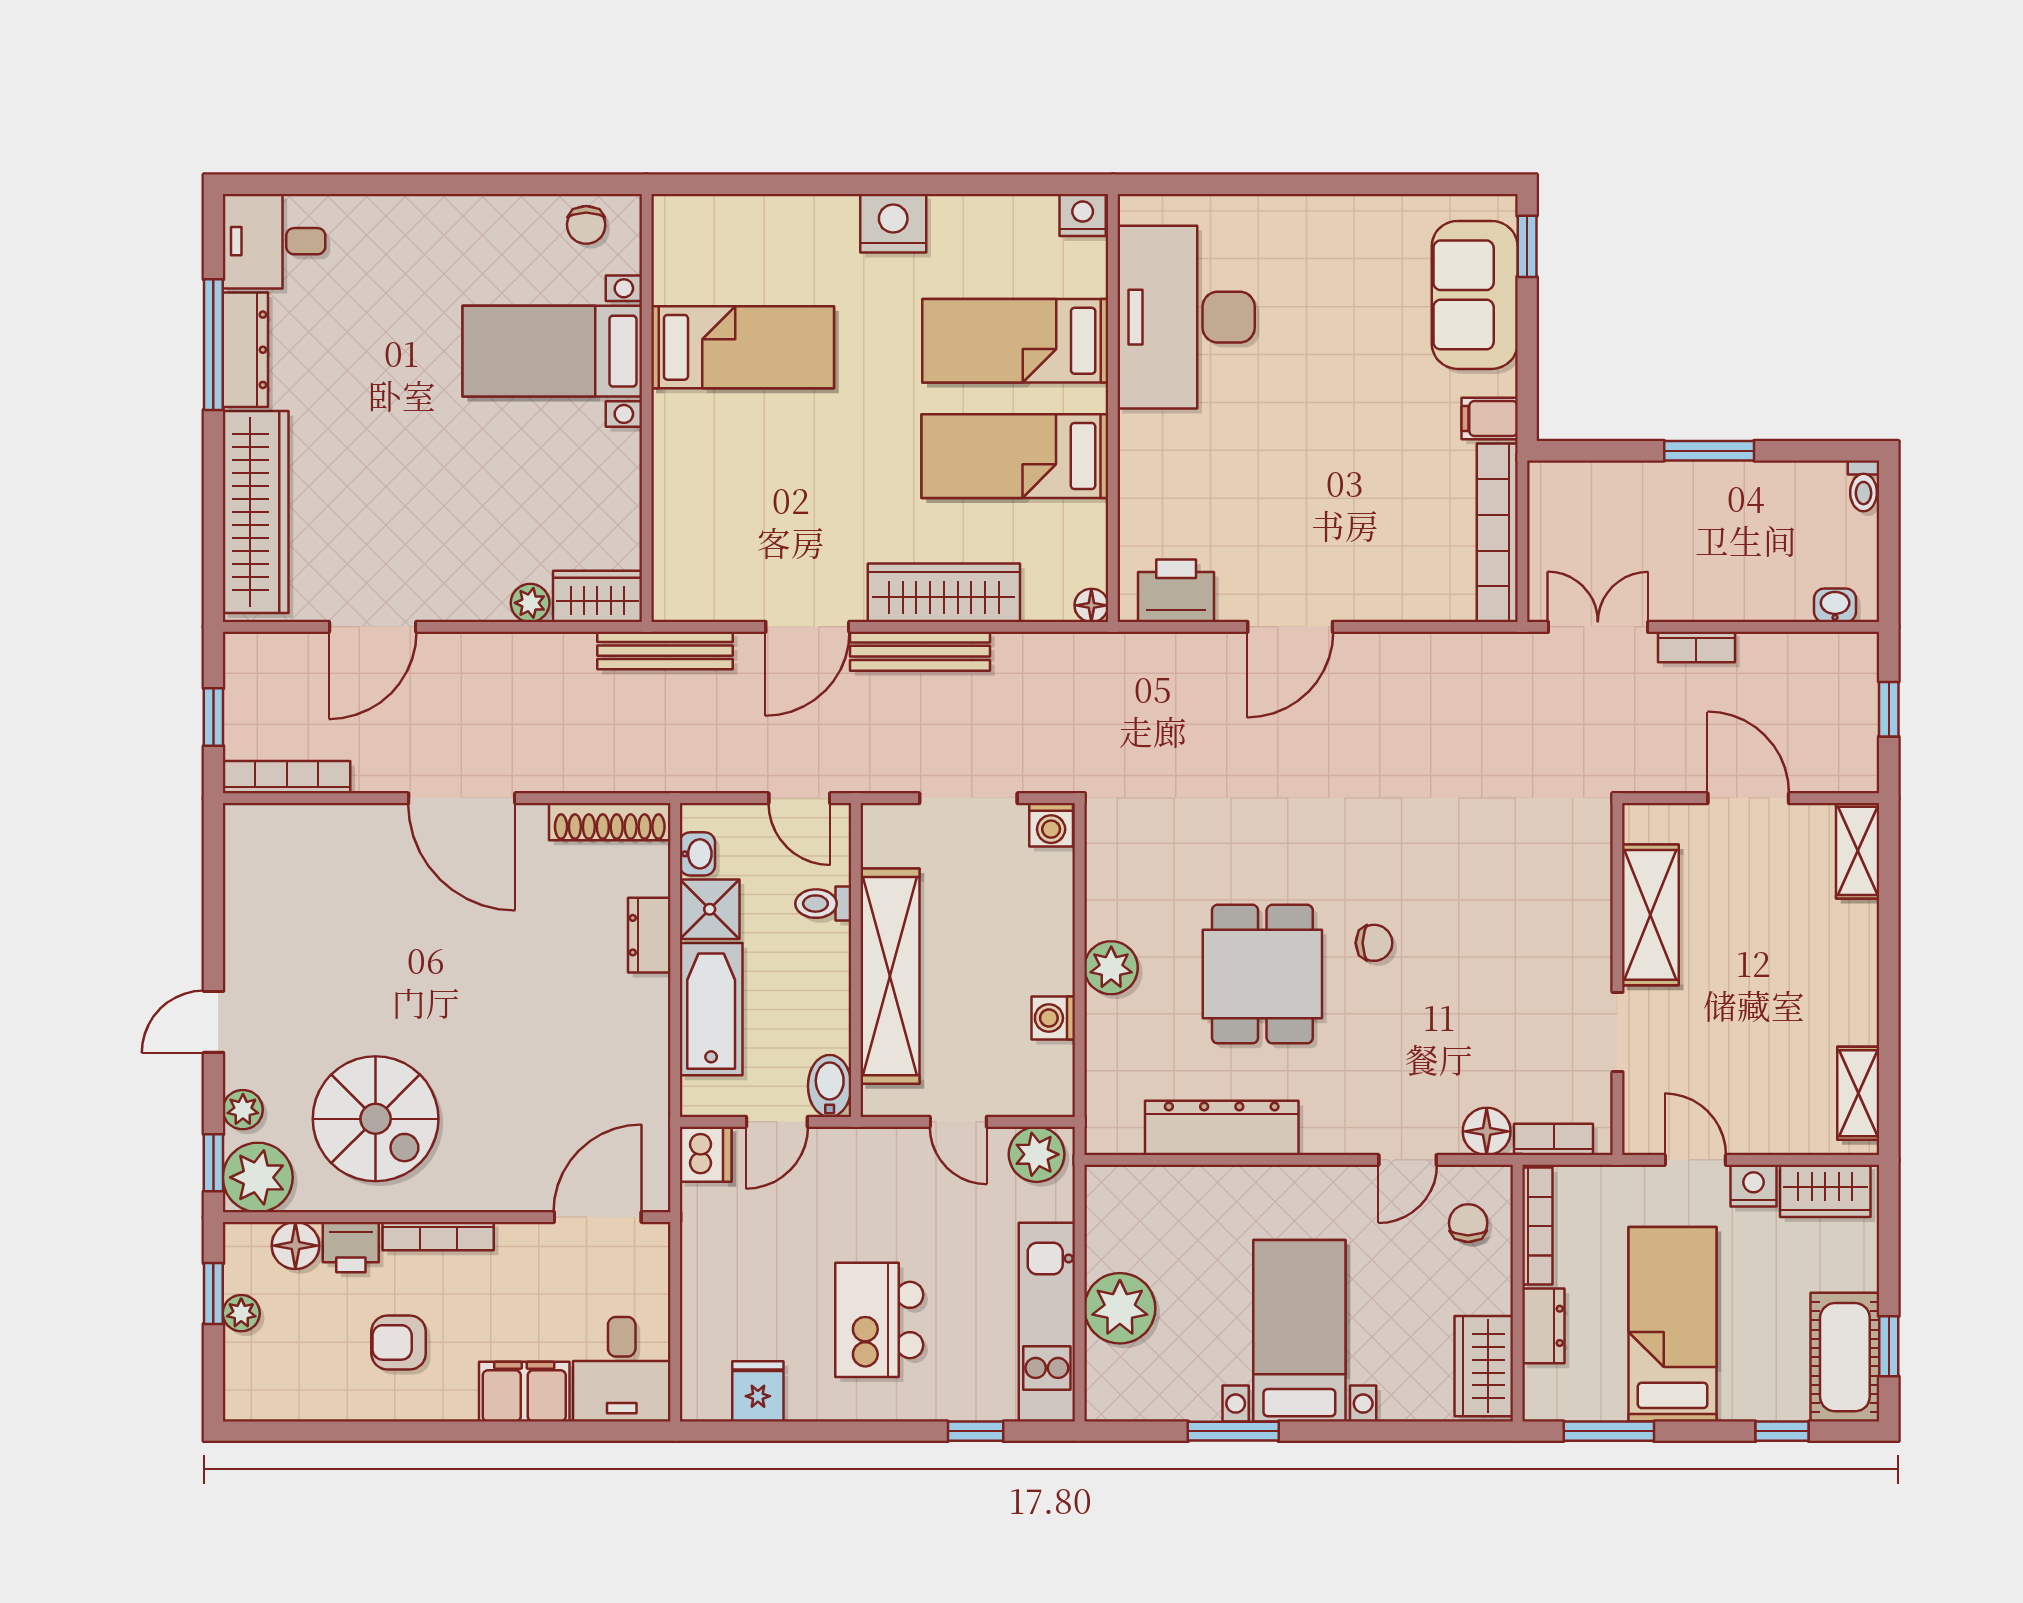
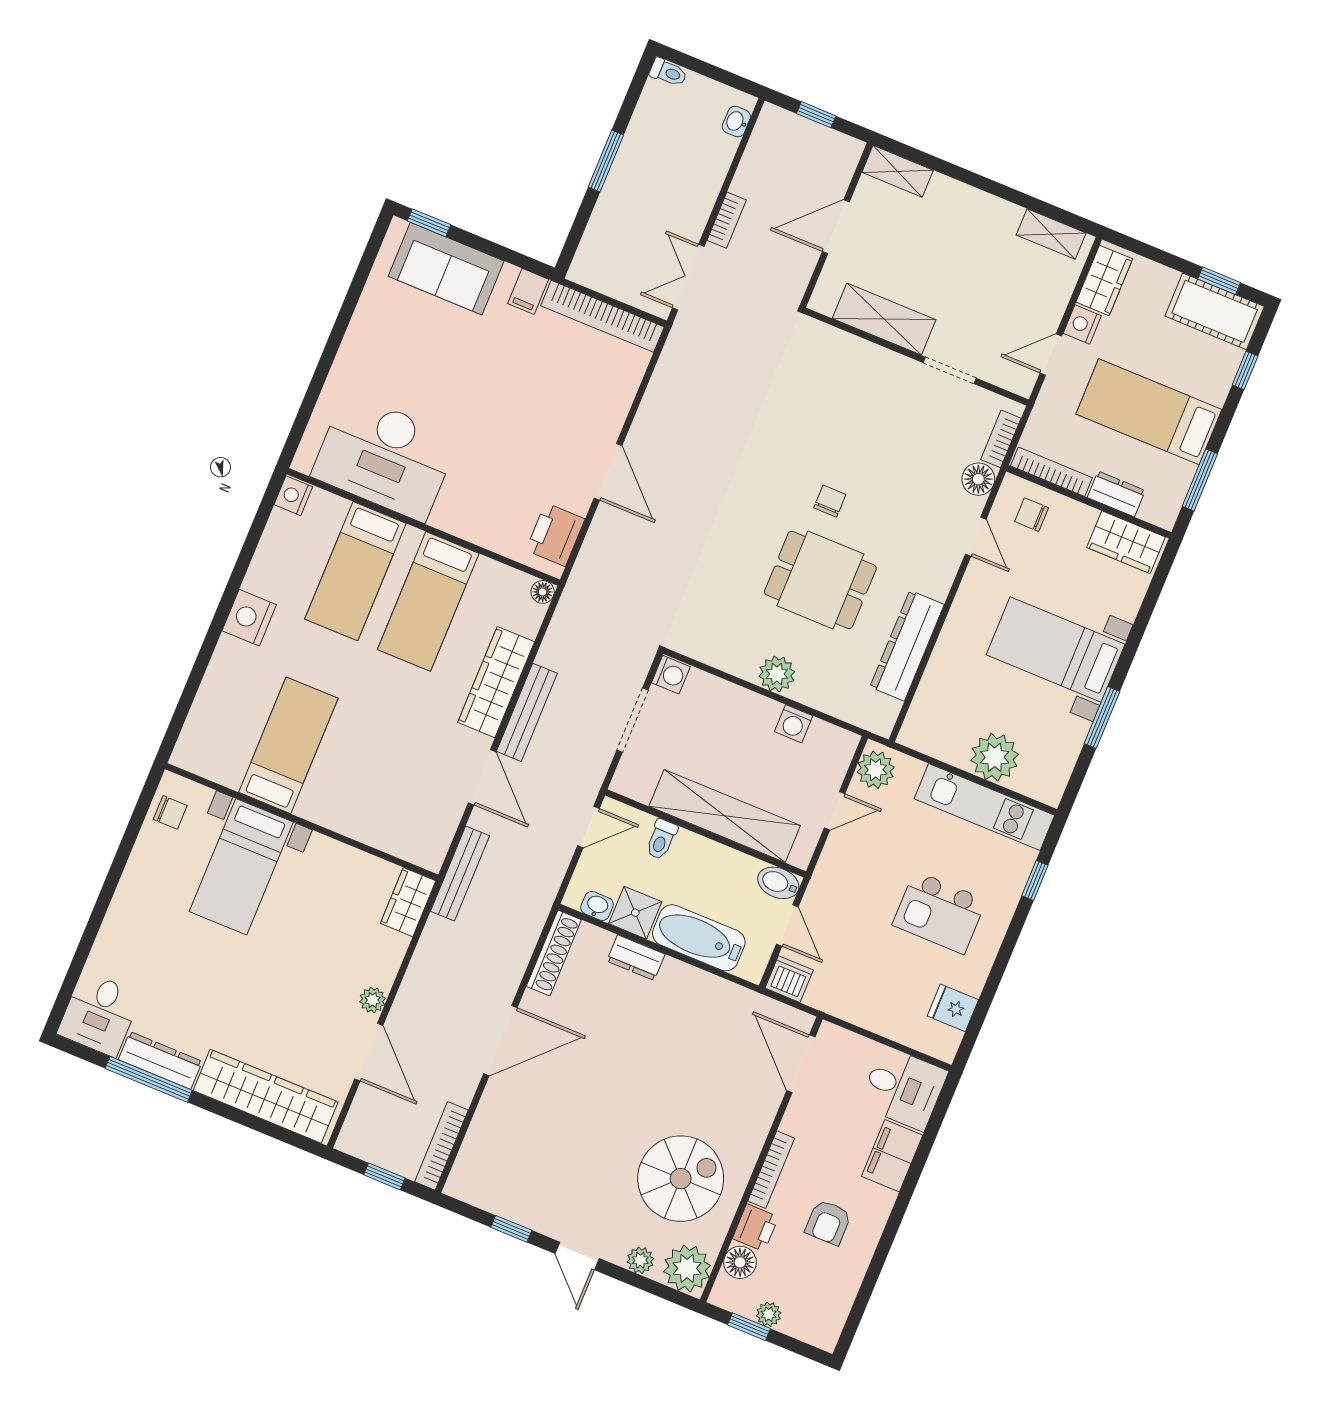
plant: (530, 603) -> (373, 1000), moved
window: (213, 1163) -> (511, 1229), moved

